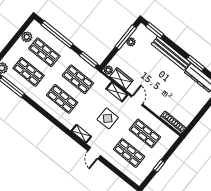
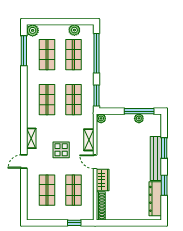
window: (155, 30) -> (164, 148), moved
wardrobe: (121, 79) -> (103, 180), moved
door: (137, 100) -> (95, 162), swing flipped
window: (159, 166) -> (74, 223), moved

